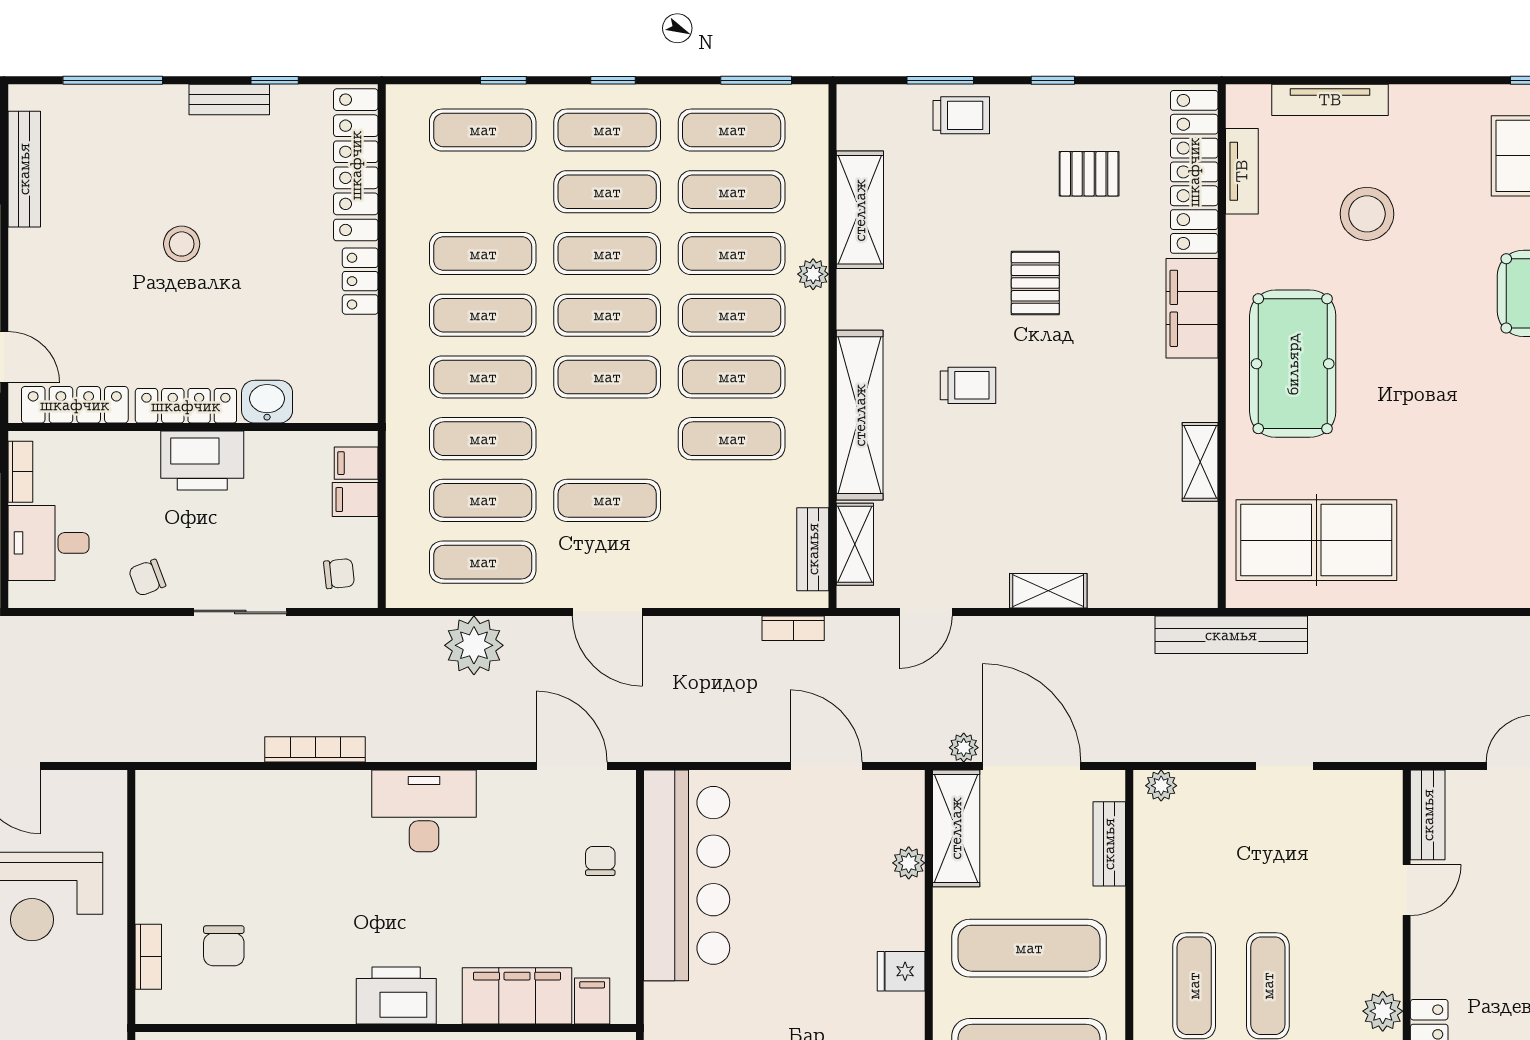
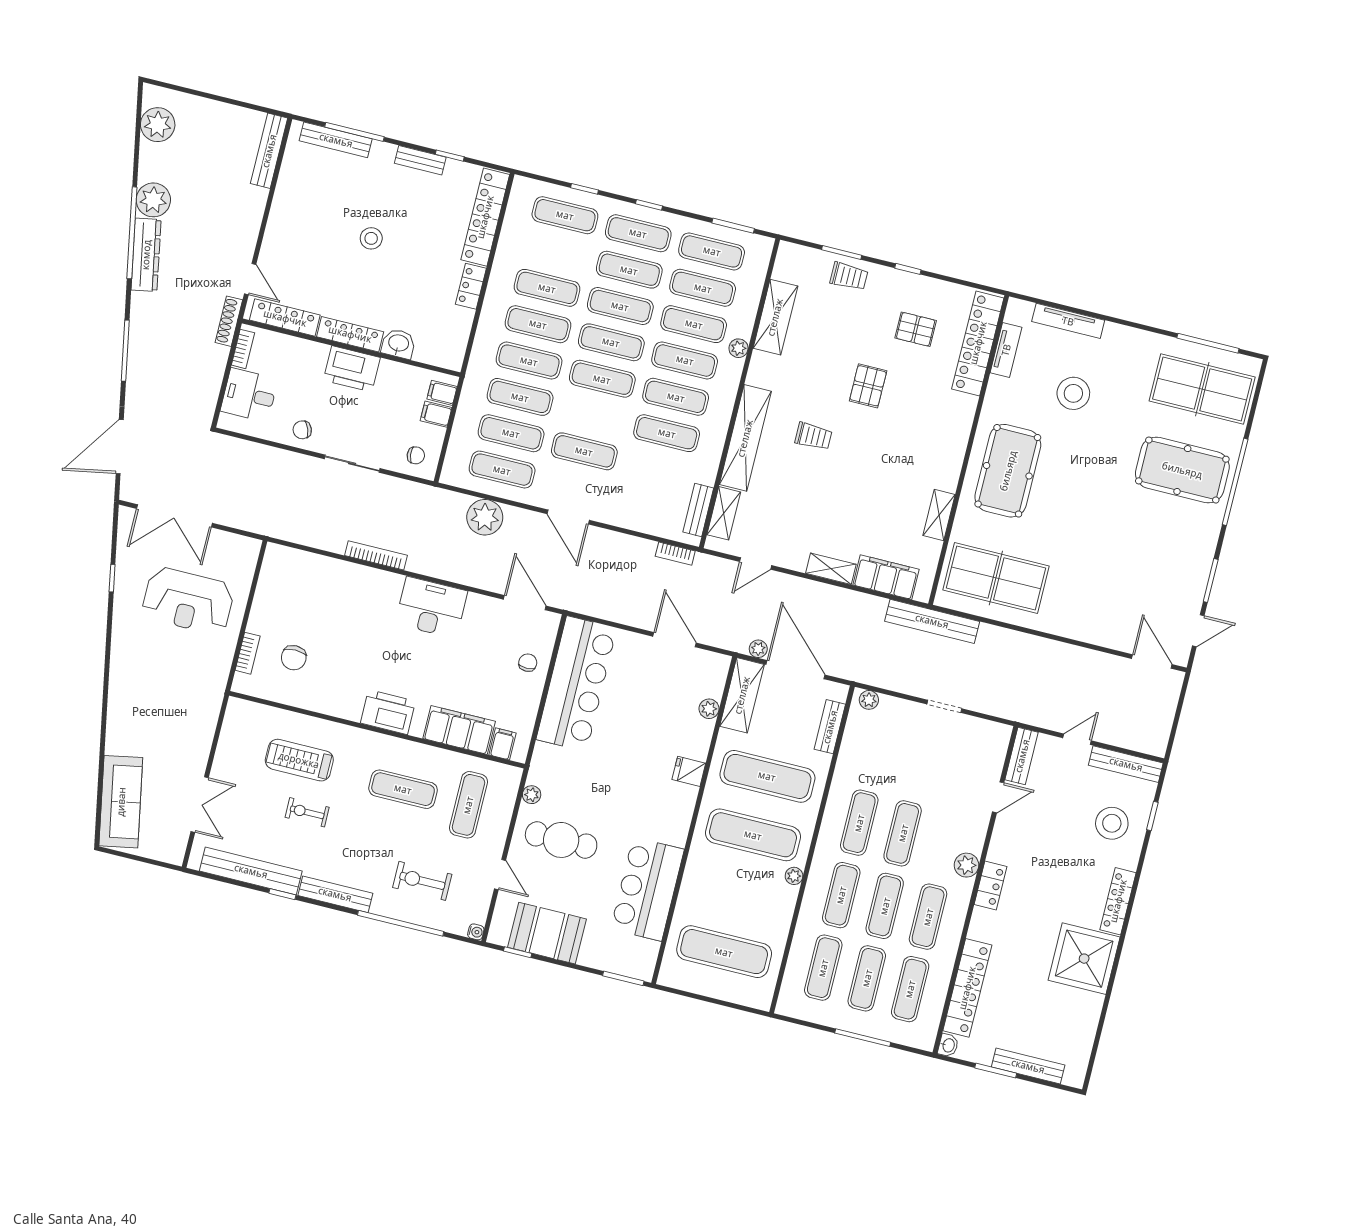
bench: (24, 169) -> (336, 140), moved, turned 90
filing cabinet: (1192, 308) -> (886, 577), moved, turned 90

